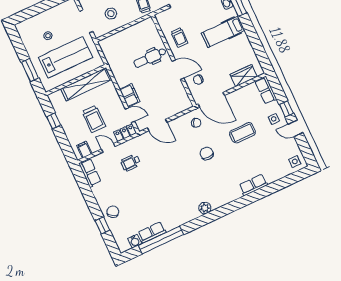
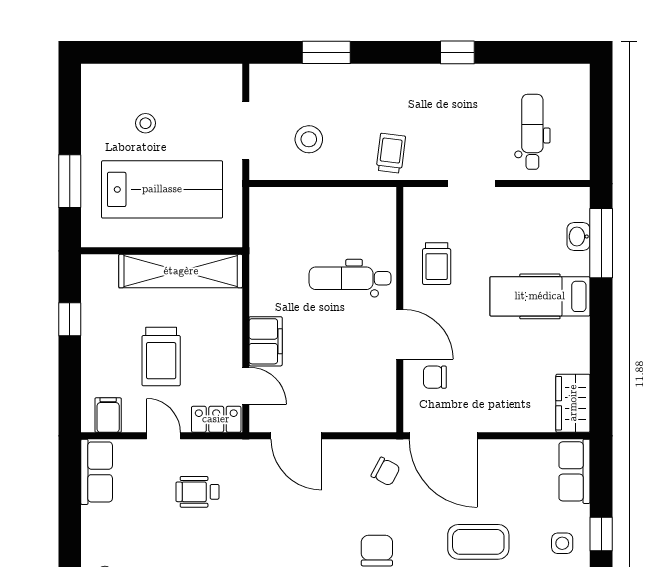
wardrobe: (244, 76) -> (573, 403), moved, turned -90

